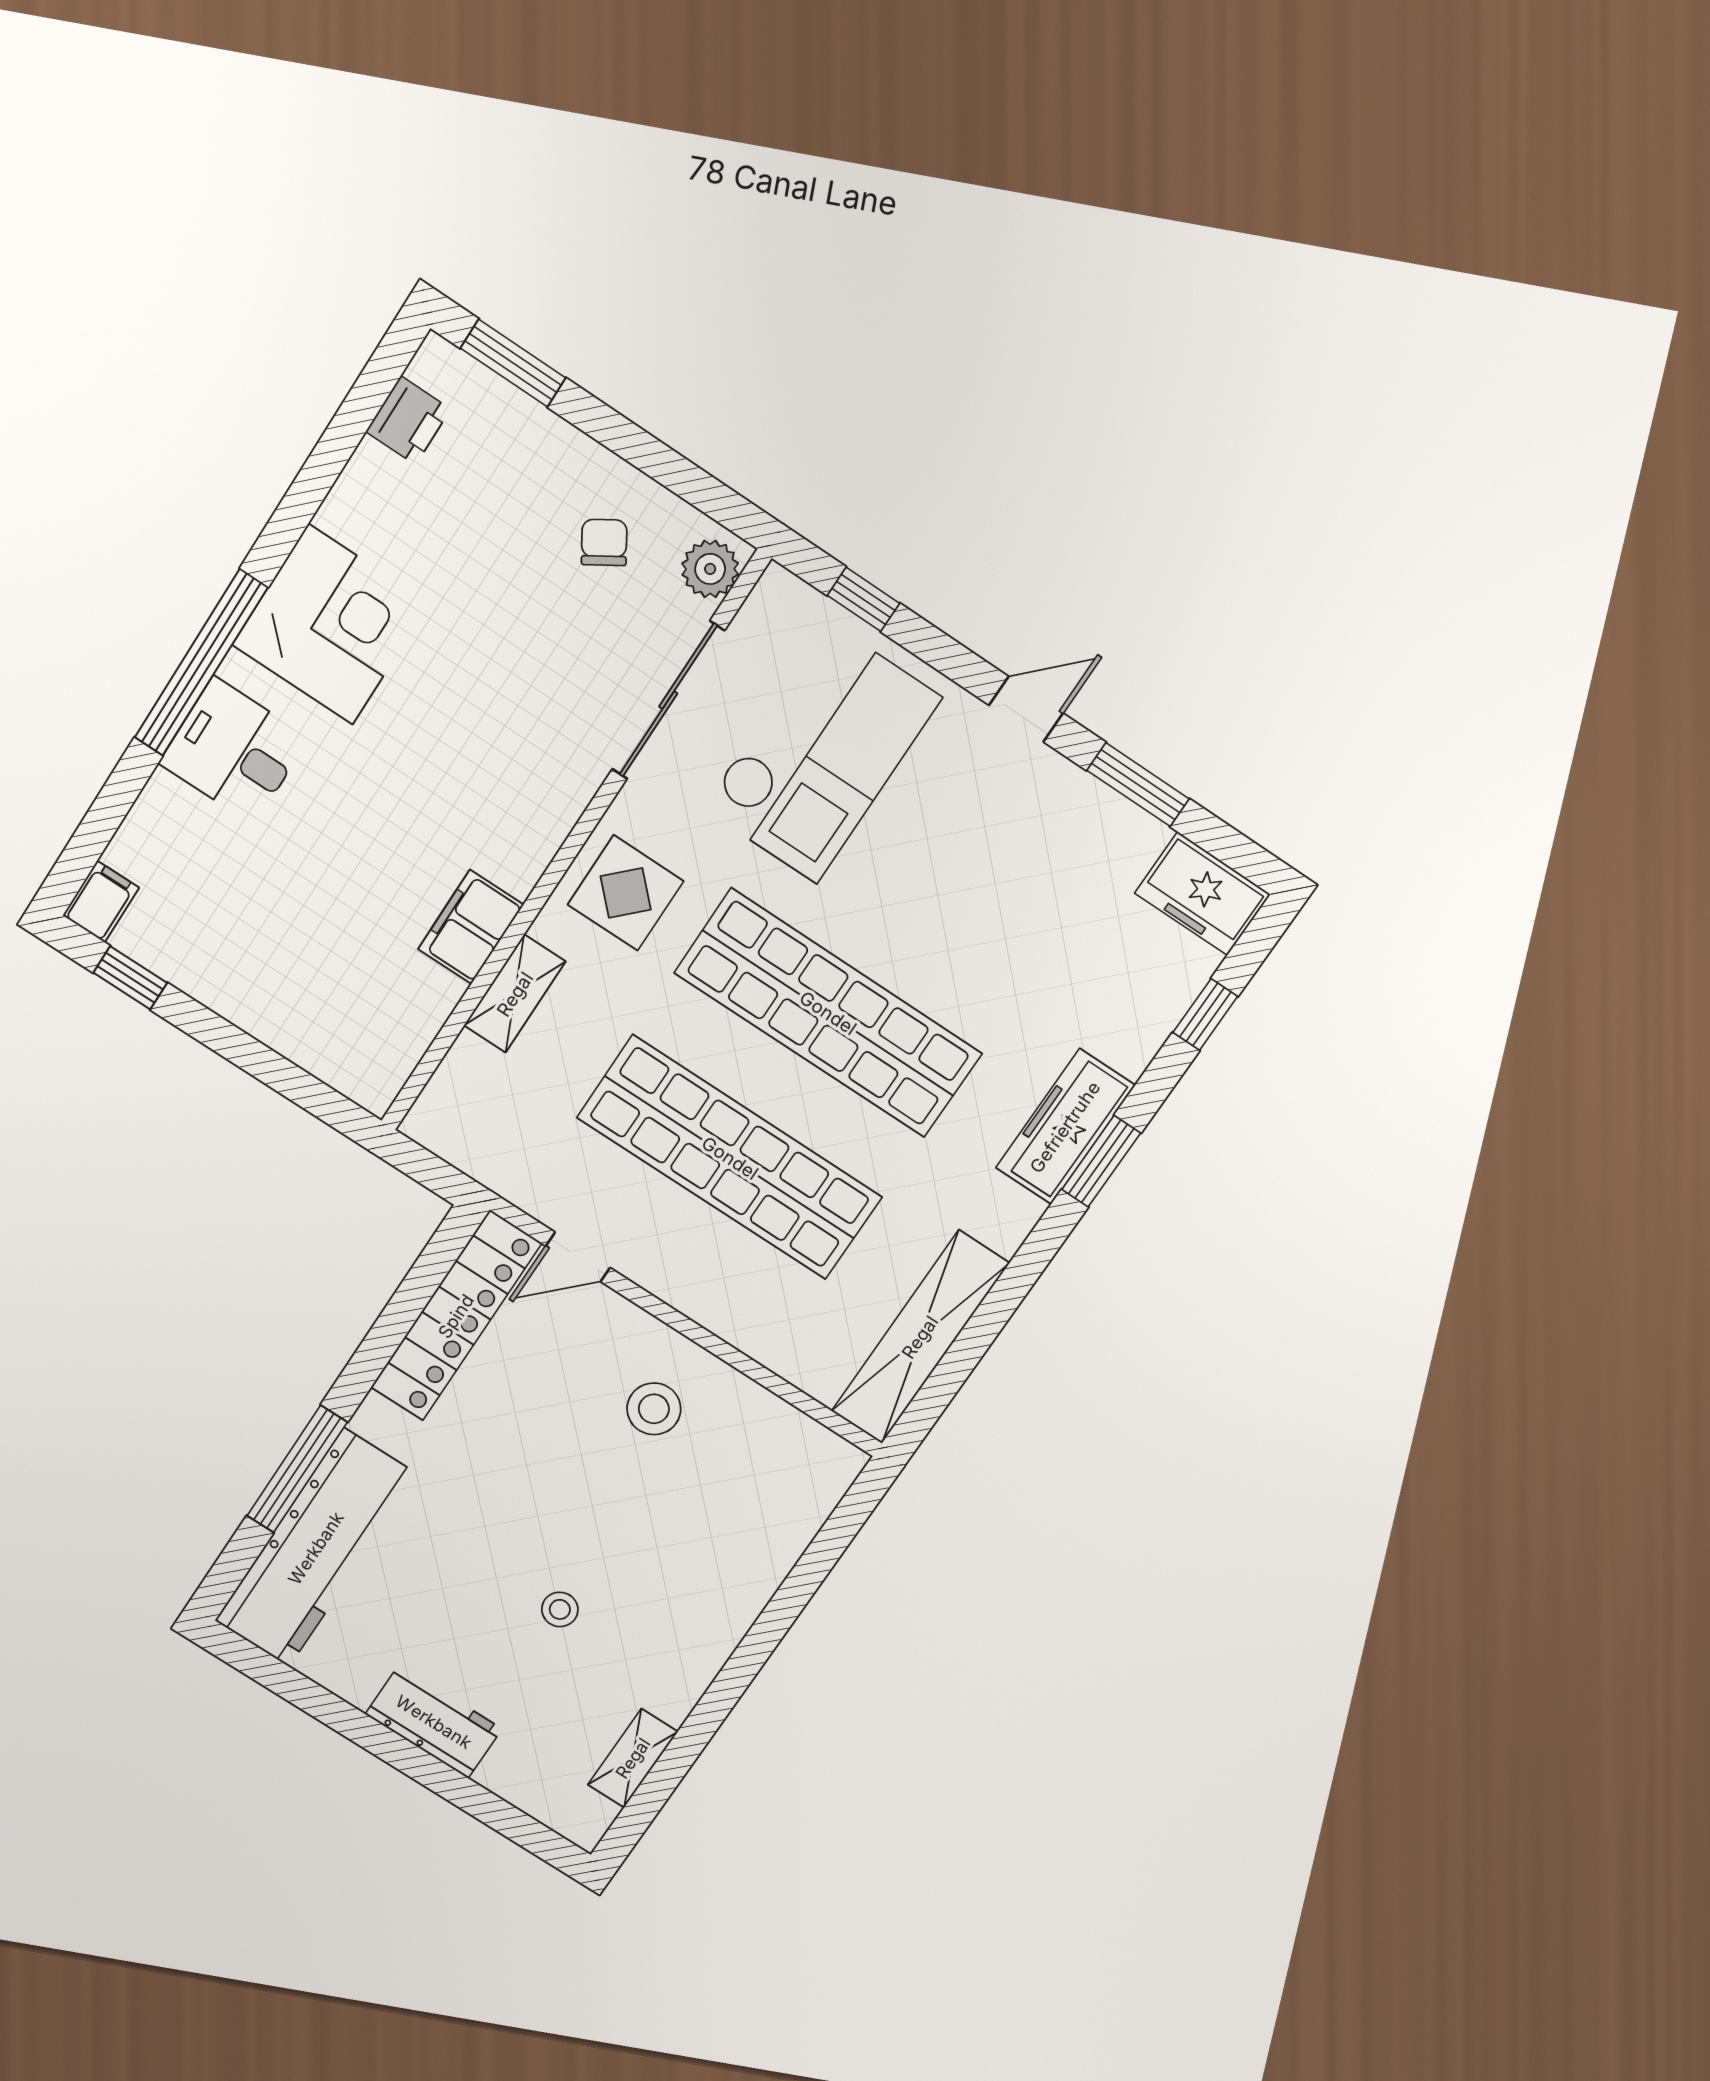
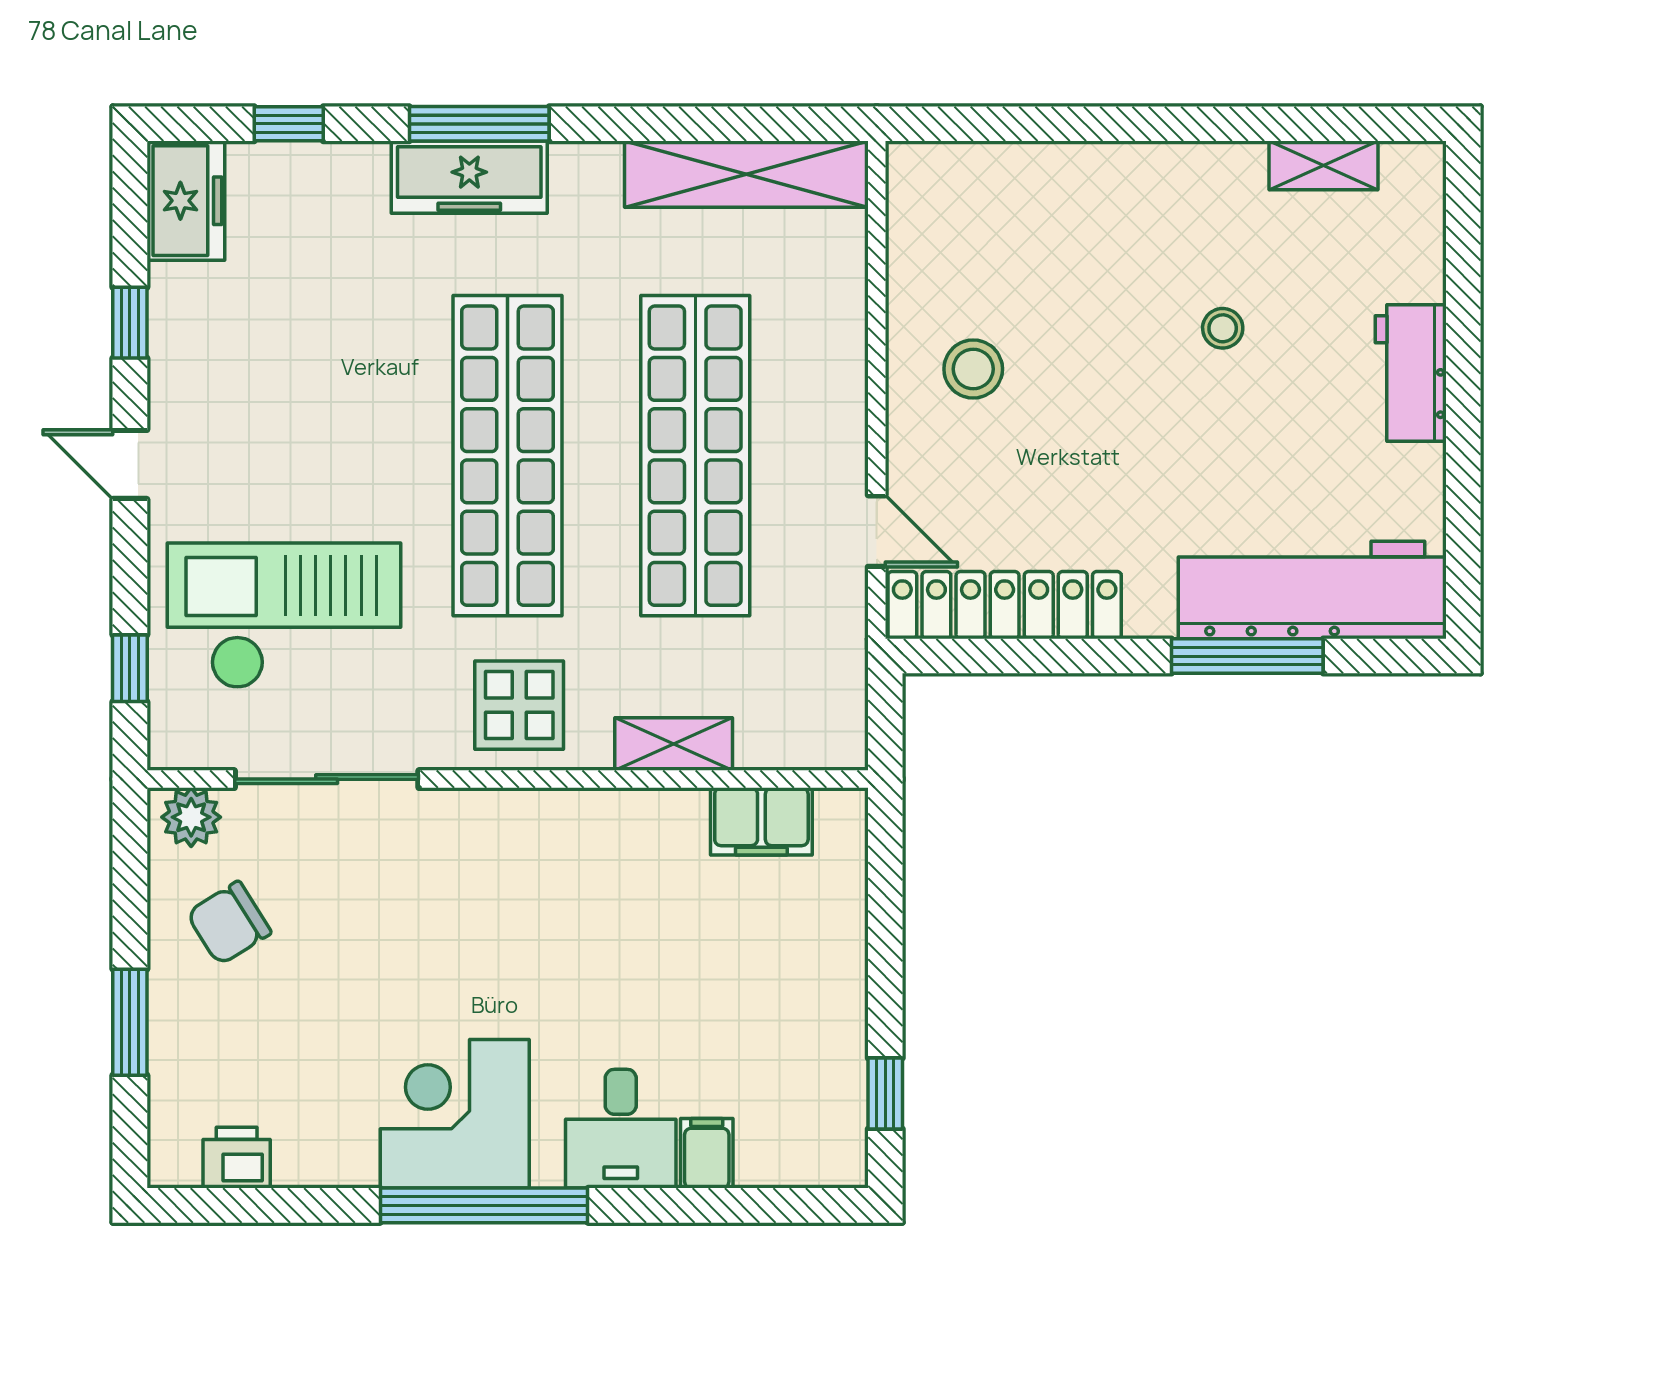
window: (513, 363) -> (130, 1022), moved
chair: (604, 542) -> (229, 923), width x1.37, depth x1.37
window: (201, 663) -> (484, 1205), moved
window: (1138, 785) -> (130, 323), width x0.67
filing cabinet: (101, 902) -> (707, 1153), moved, turned 90
filing cabinet: (471, 927) -> (761, 821), moved
window: (1101, 1161) -> (479, 124), width x1.44

